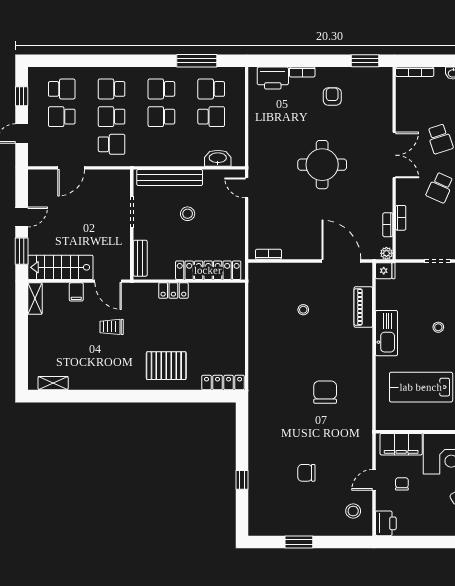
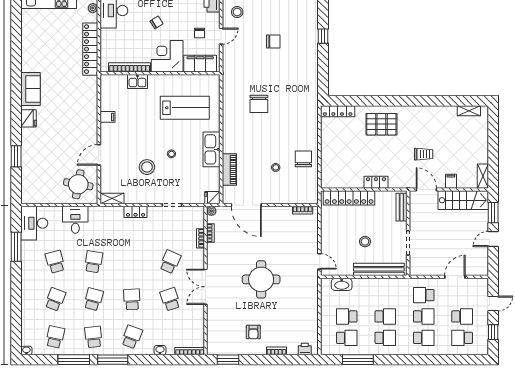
printer: (273, 78) -> (305, 349), width x0.53, depth x0.68
chair: (267, 321) -> (303, 159), added

